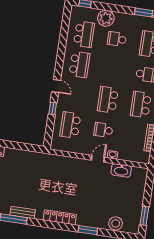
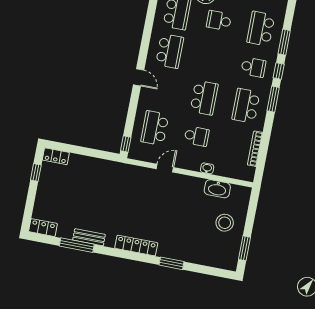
school desk: (108, 100) -> (204, 98), turned 180
window: (53, 108) -> (126, 144), moved
school desk: (103, 130) -> (197, 136), turned 180
door: (98, 159) -> (165, 168), moved
stool: (116, 223) -> (225, 223), moved

